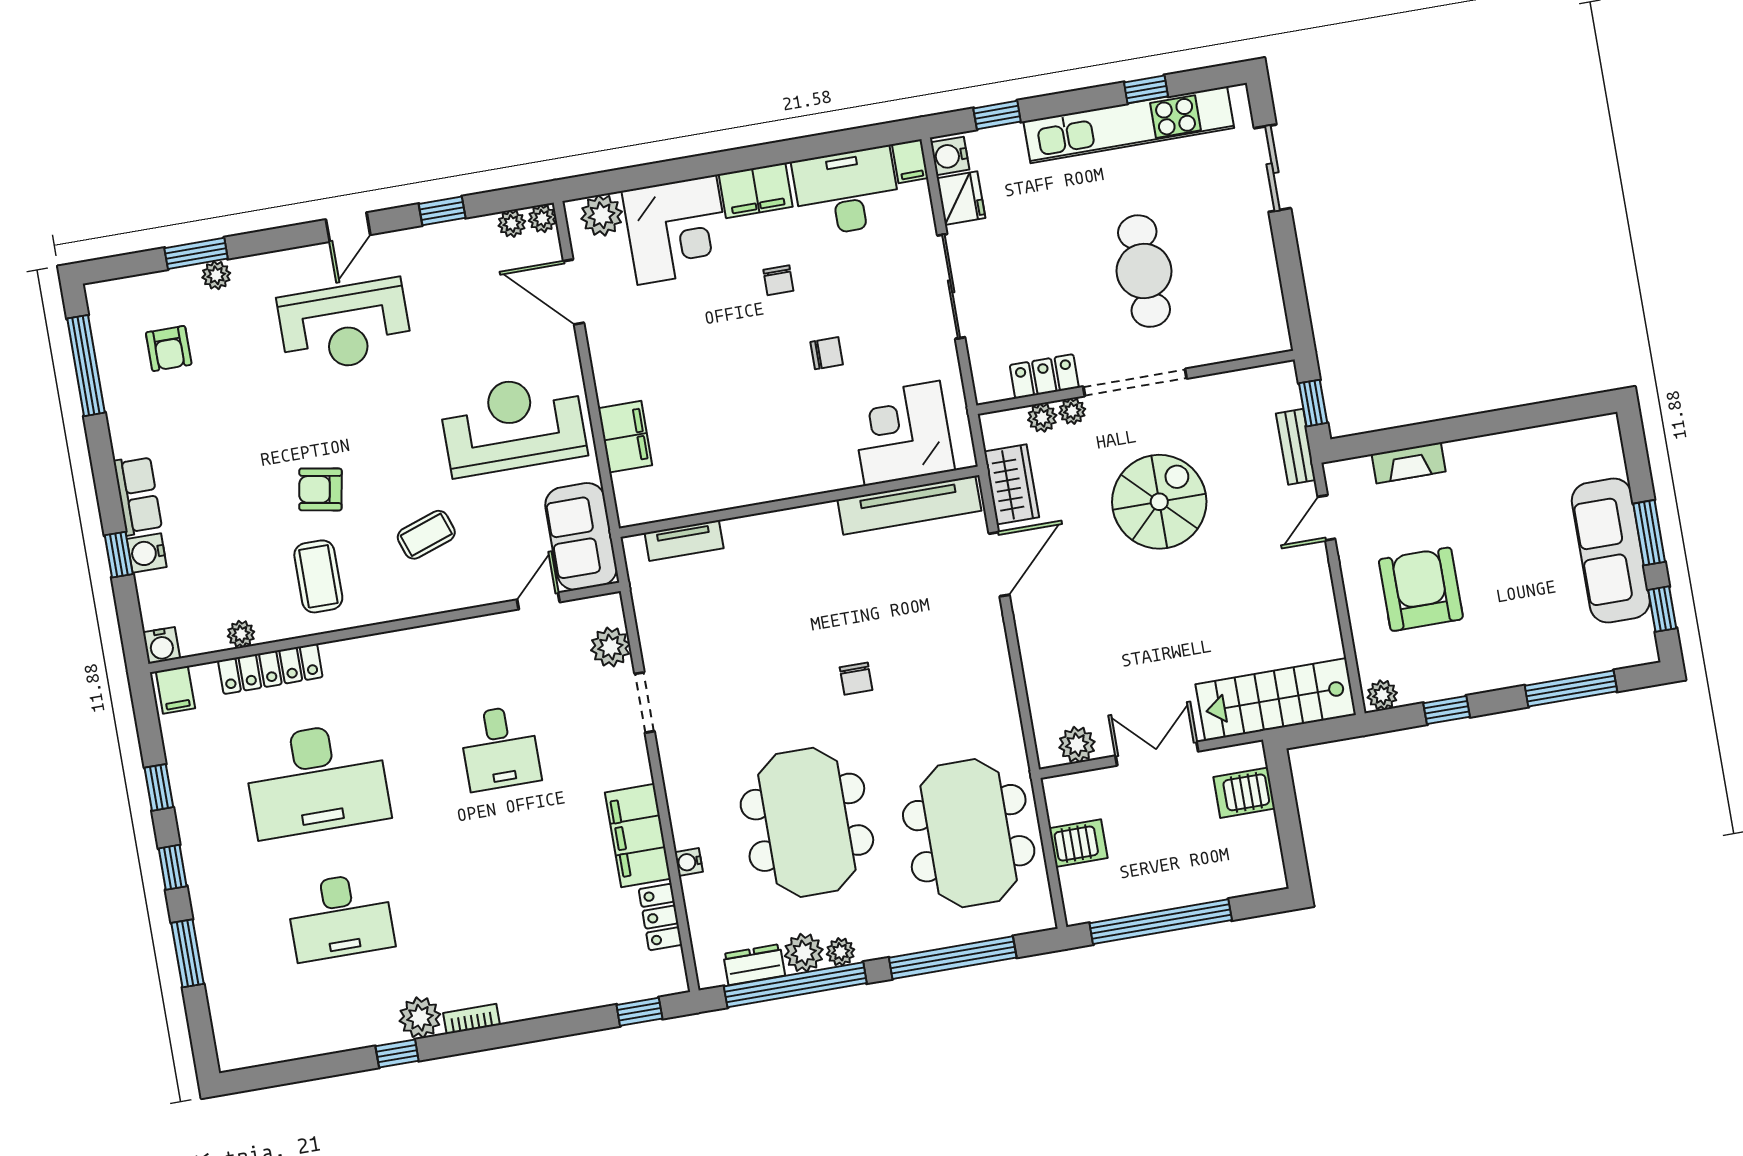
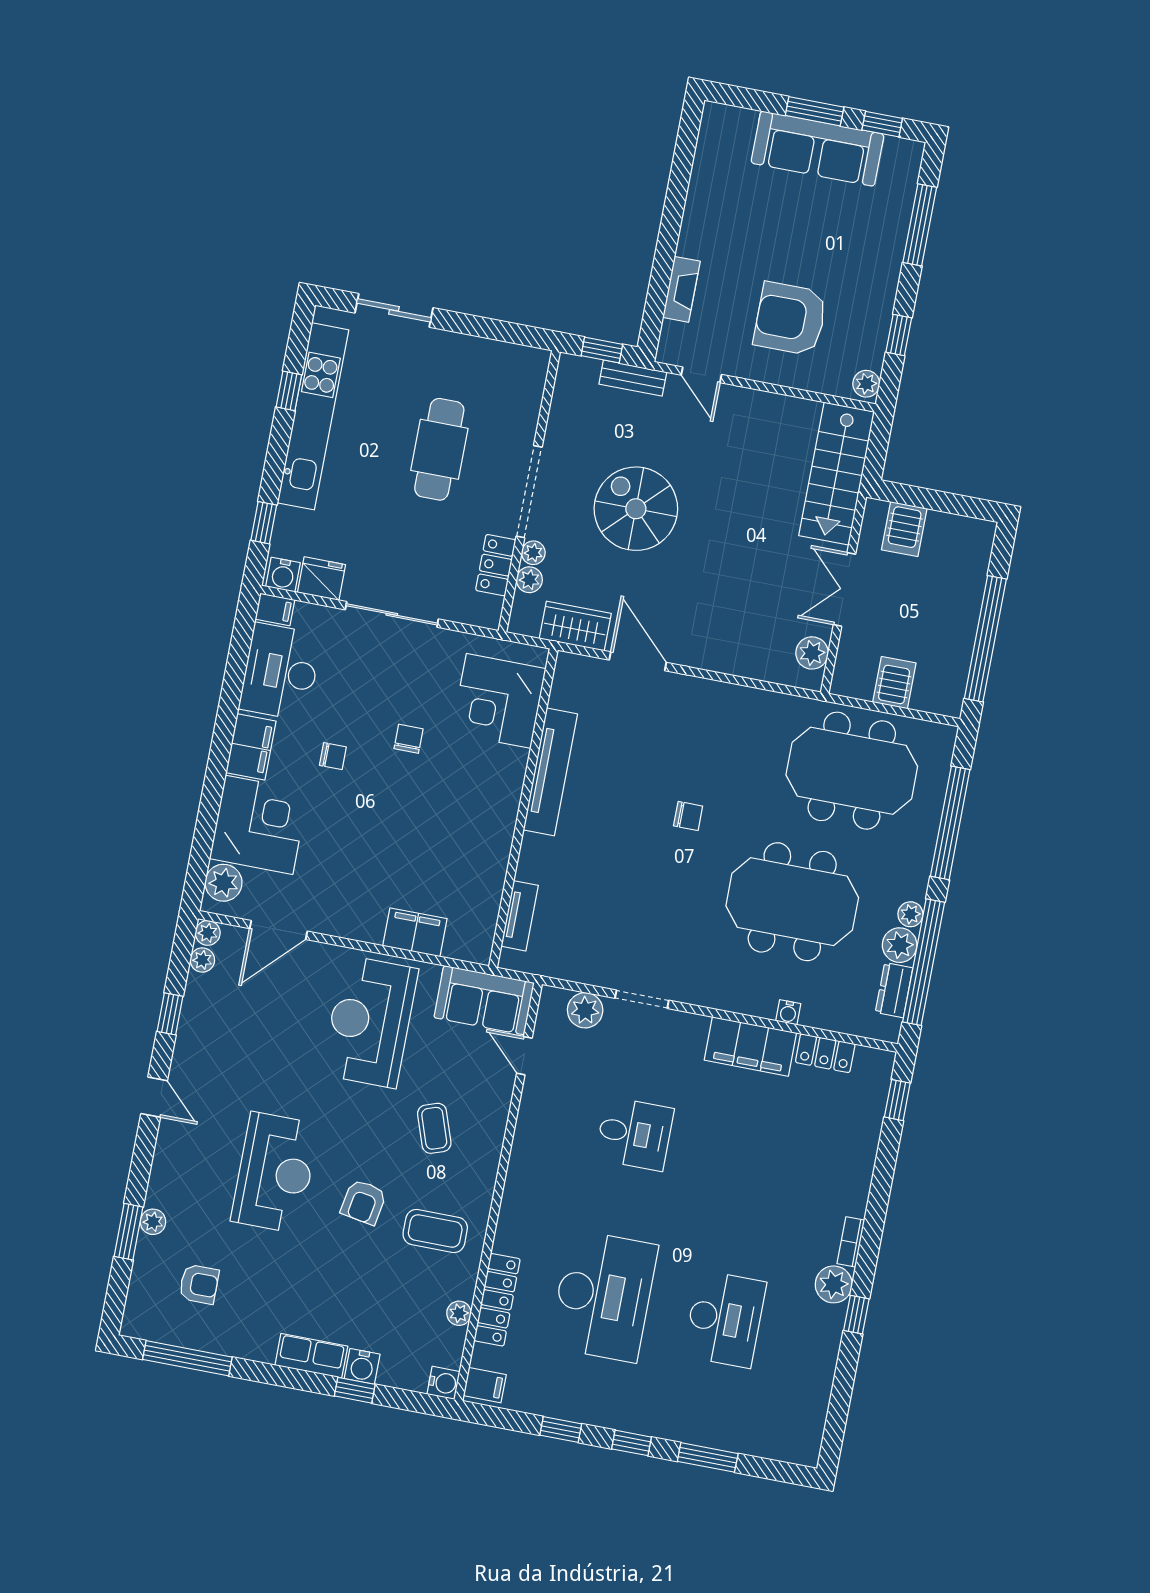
cafe table: (1144, 271) -> (439, 449), turned 90
reception desk: (345, 326) -> (275, 1173), moved
tv unit: (909, 505) -> (550, 772), moved

